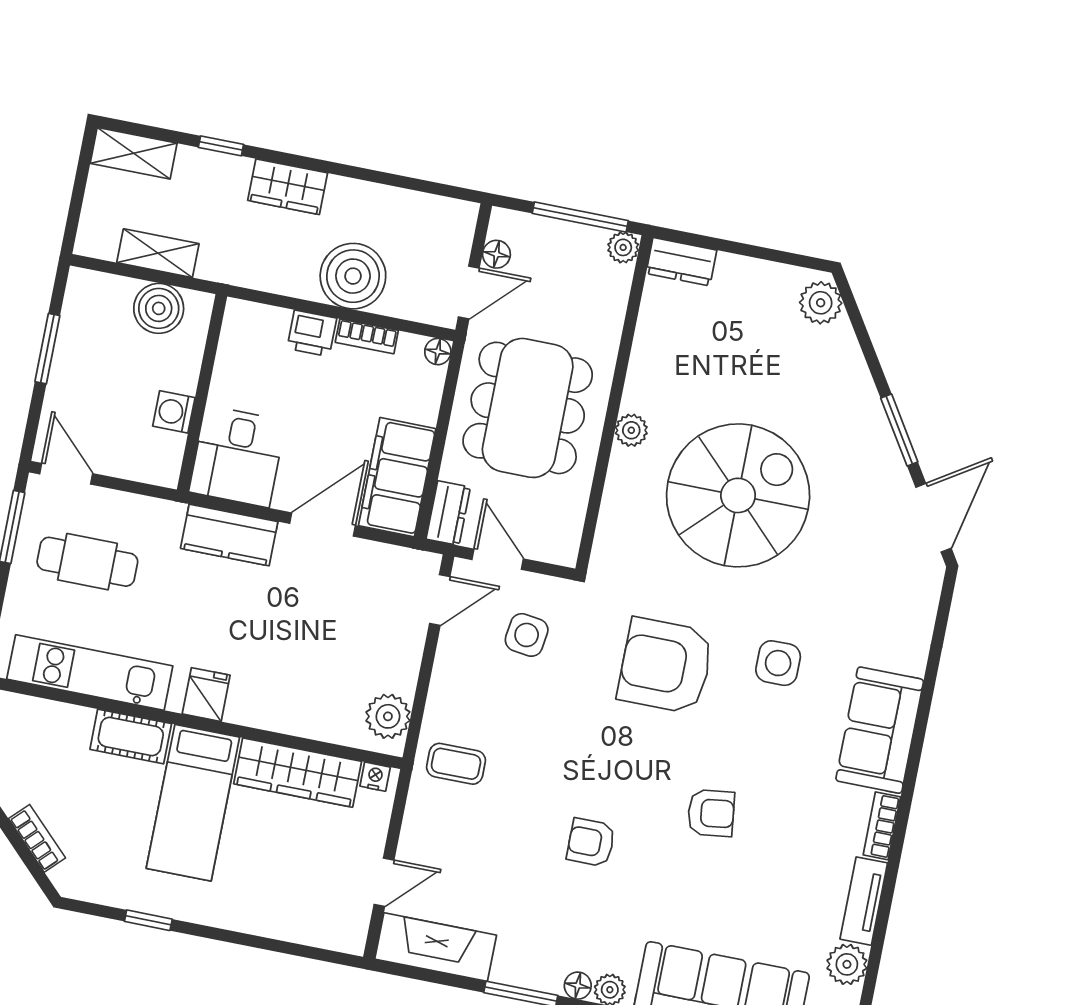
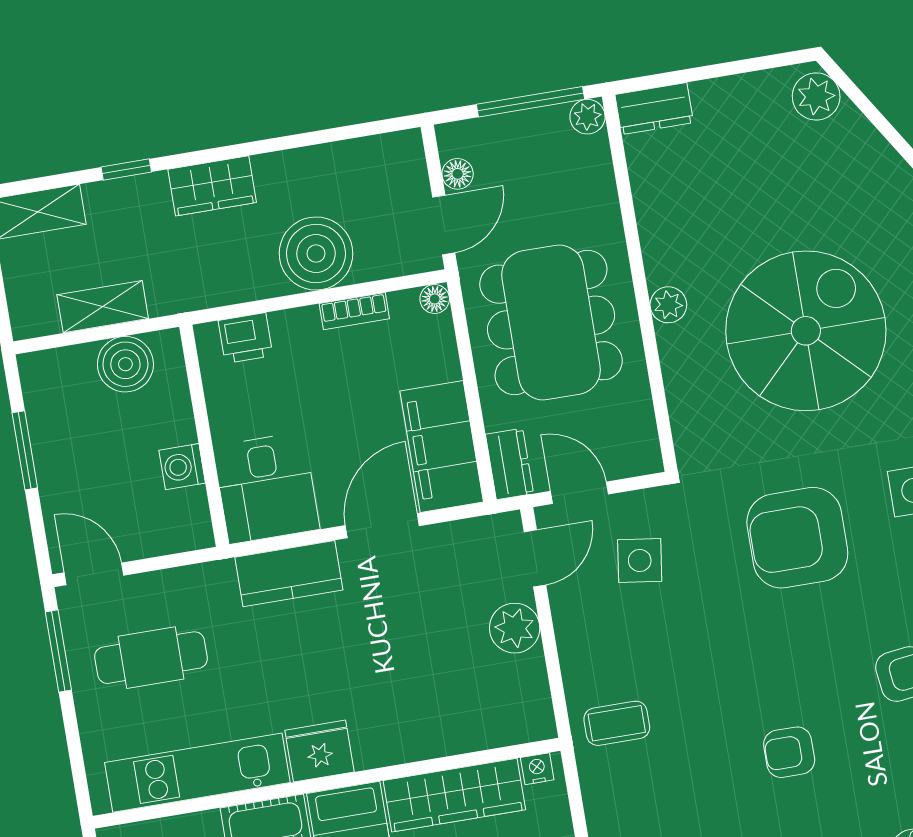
printer: (312, 333) -> (245, 338), moved
fridge: (206, 695) -> (319, 751), width x1.38
plant: (388, 716) -> (515, 628), moved

